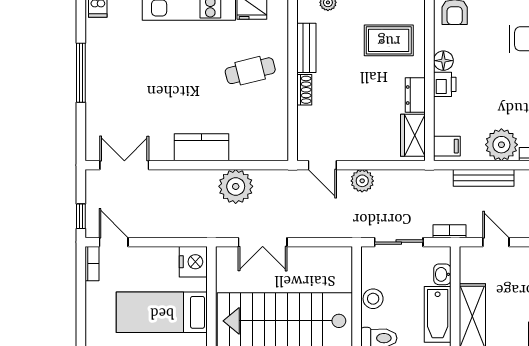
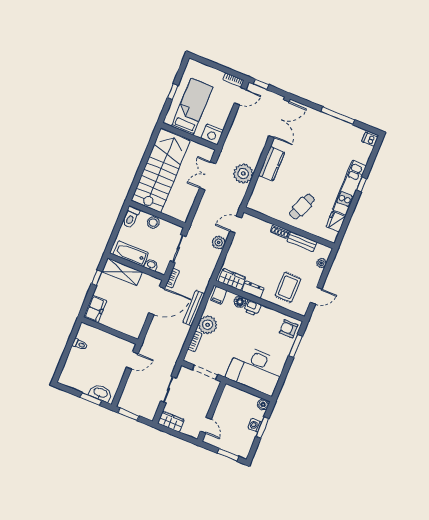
floor lamp: (443, 61) -> (240, 302), moved
cafe table: (250, 71) -> (302, 207), turned 36
double door: (124, 165) -> (279, 119), width x1.37
door: (496, 242) -> (157, 301), width x1.87

